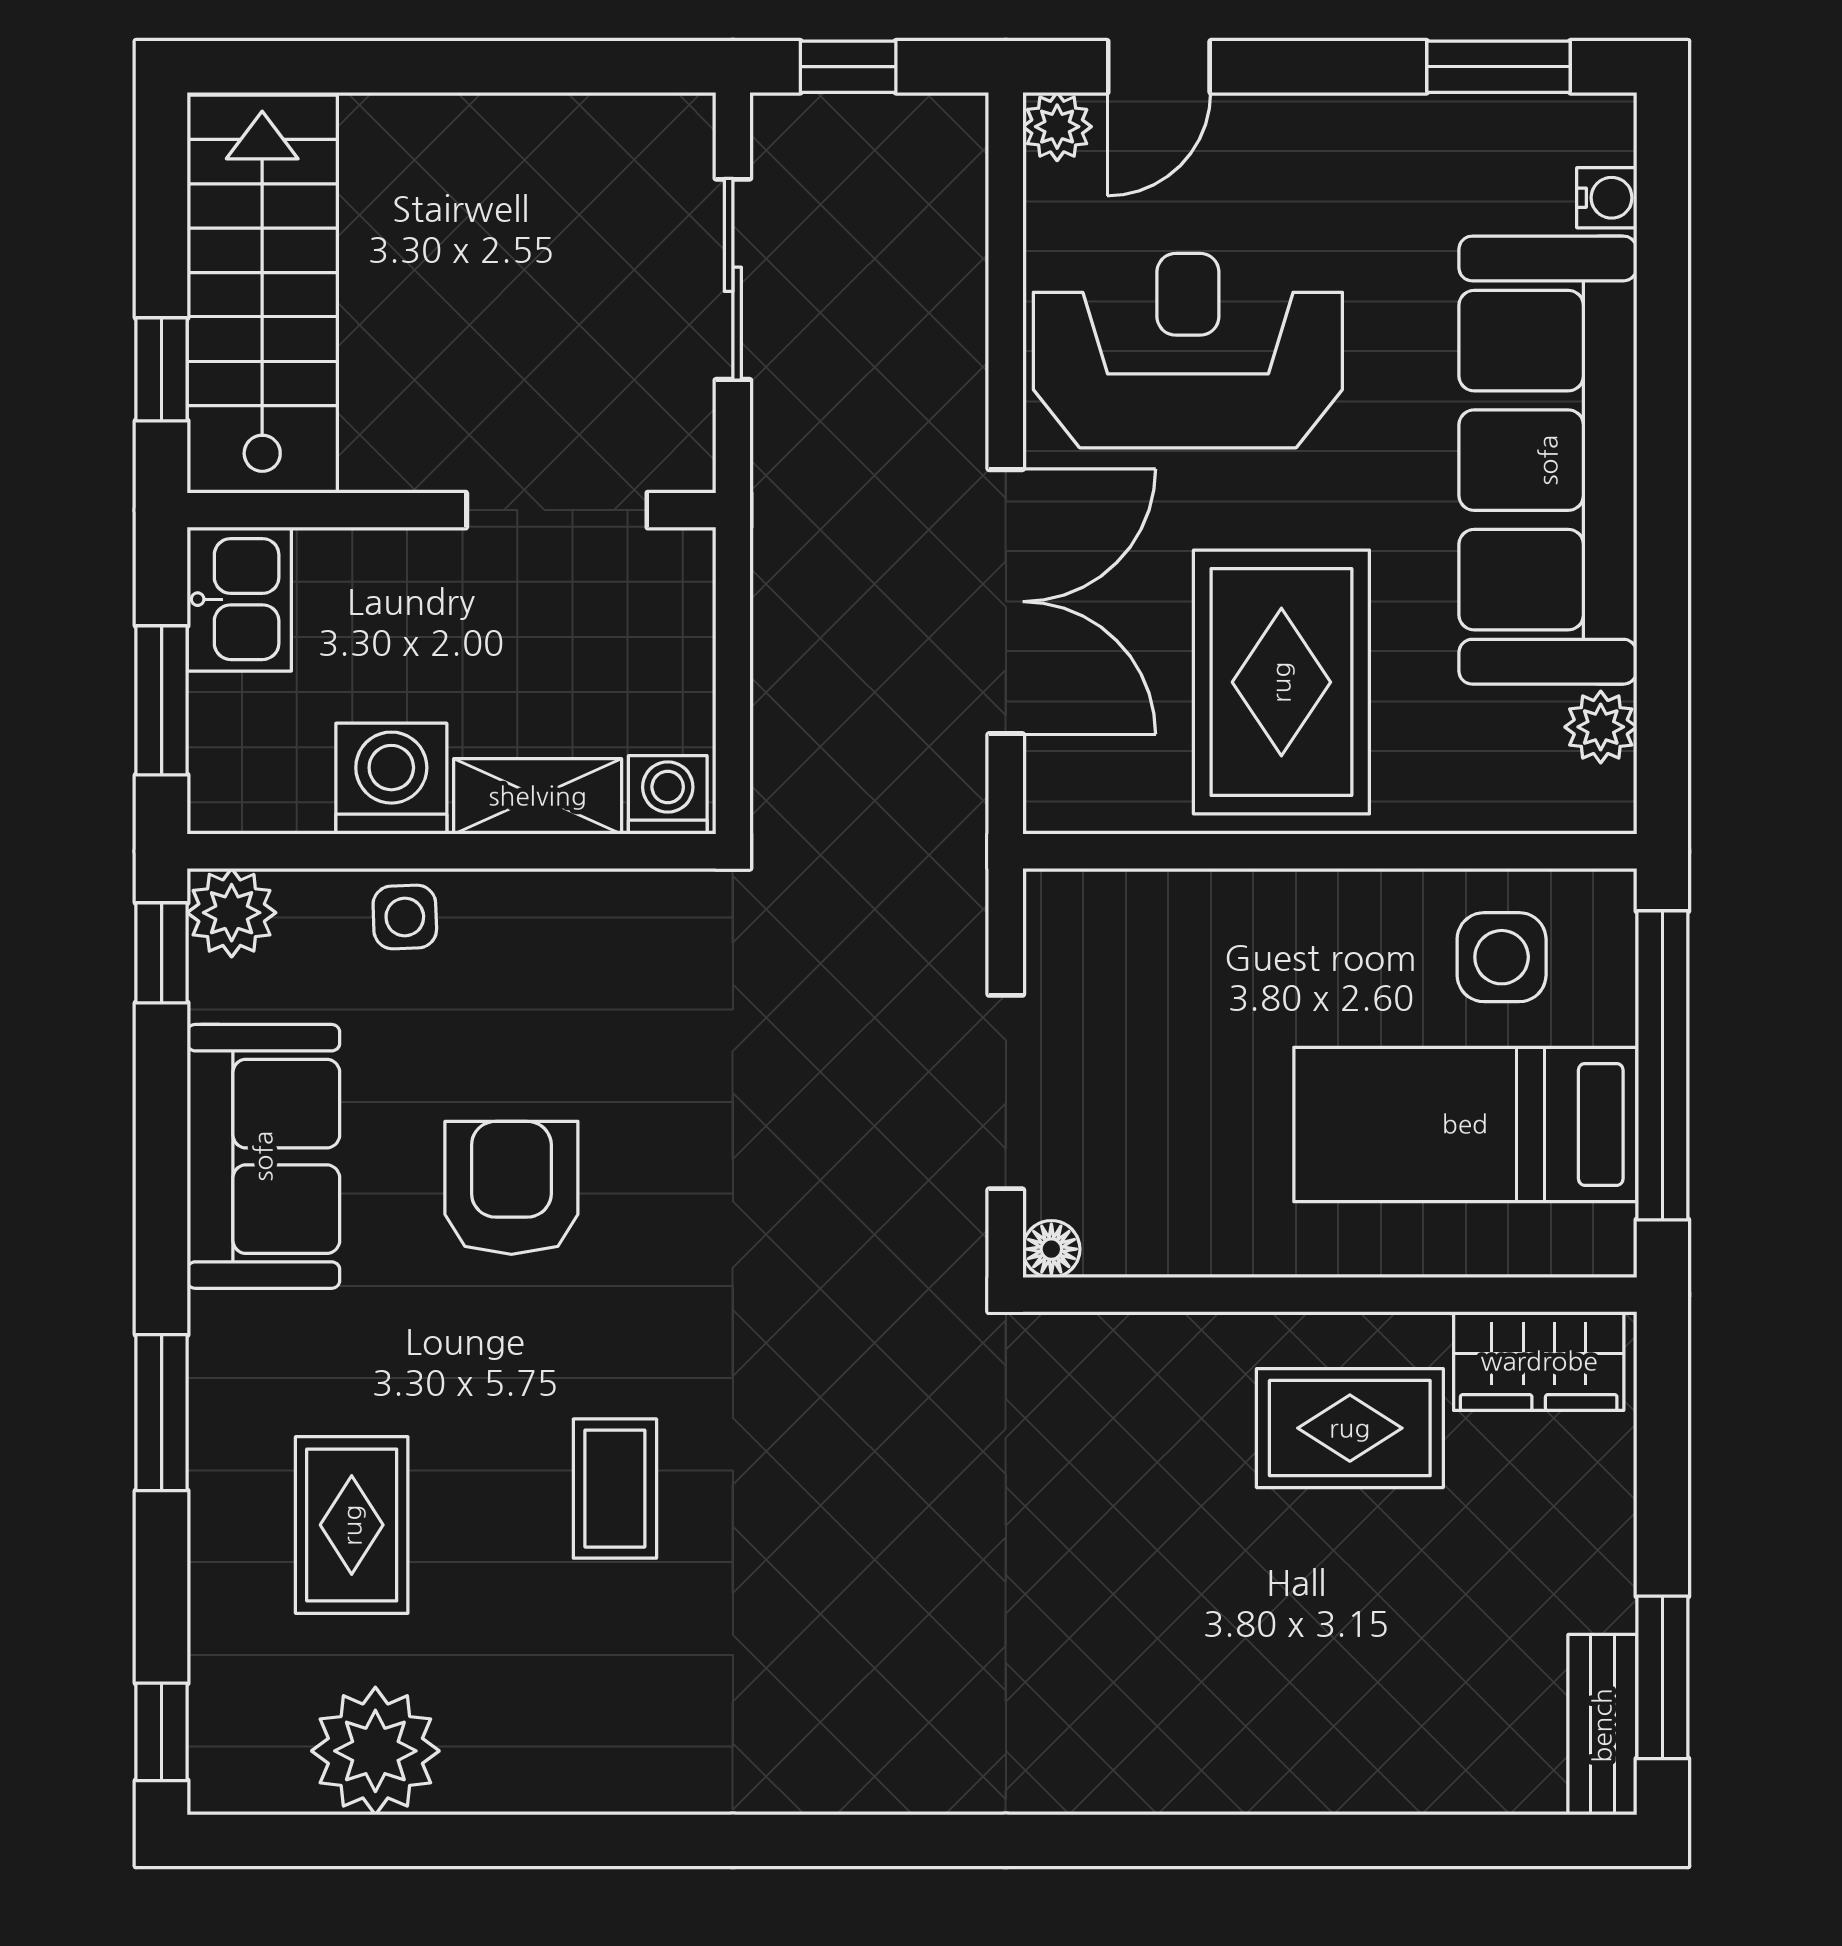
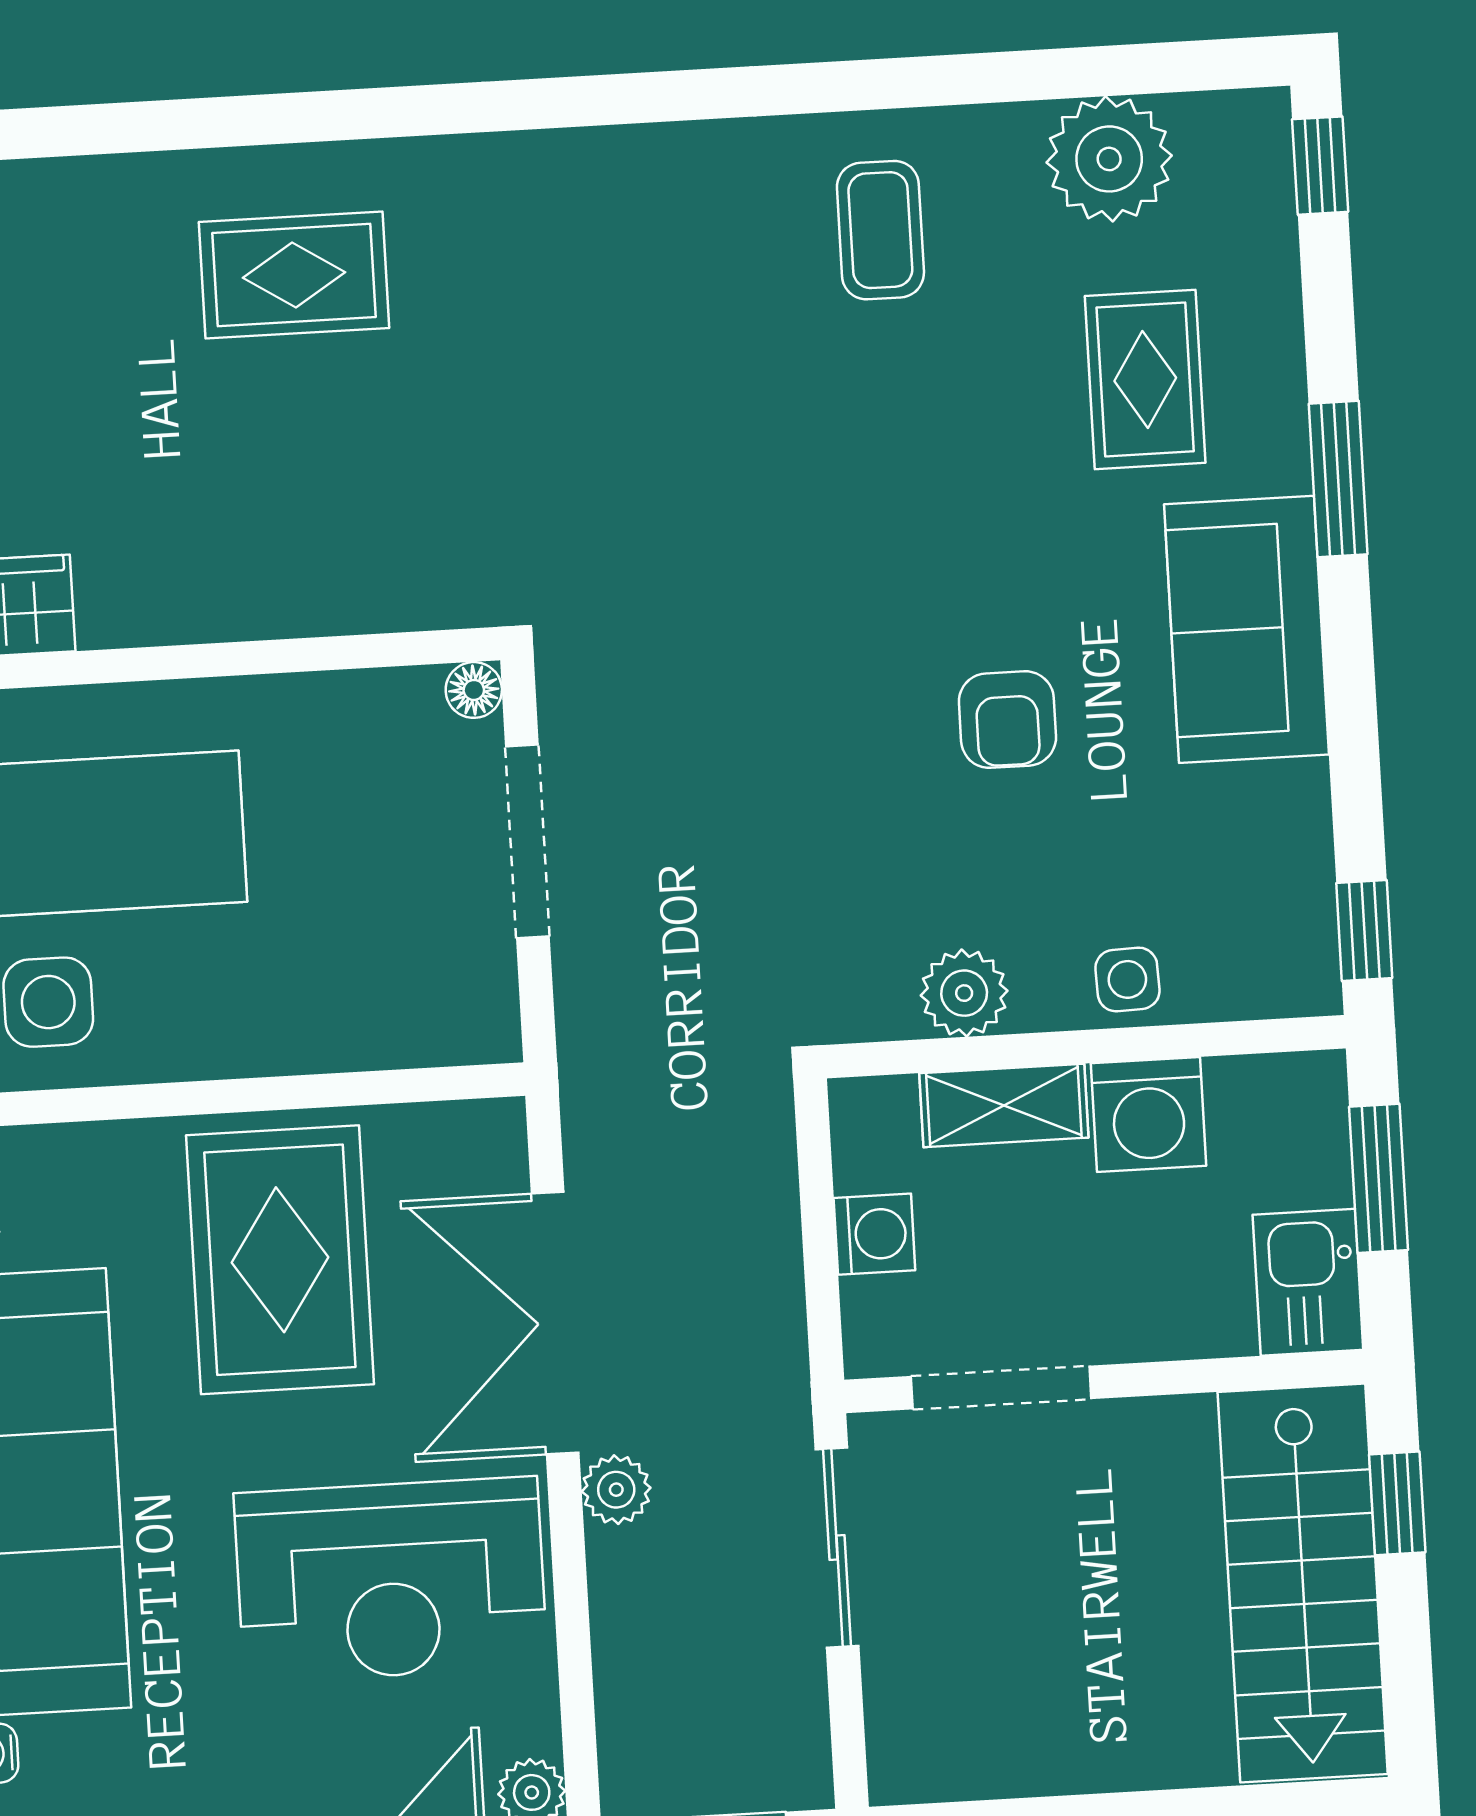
sliding door: (733, 279) -> (837, 1548), moved
plant: (954, 429) -> (616, 1490), added
washing machine: (668, 795) -> (874, 1234), moved, turned -90
plant: (232, 913) -> (964, 993), moved
sofa: (263, 1156) -> (1247, 629), moved
armchair: (511, 1188) -> (1007, 720), width x0.72, depth x0.72
rug: (1350, 1428) -> (294, 275), moved
coffee table: (615, 1489) -> (880, 230), moved

